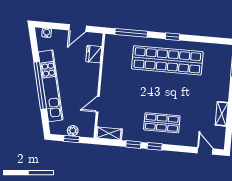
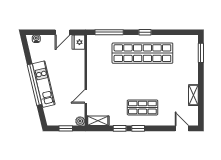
fridge: (94, 54) -> (78, 42), moved
kitchen unit: (51, 86) -> (44, 84), width x0.73
plant: (73, 131) -> (80, 121), moved

